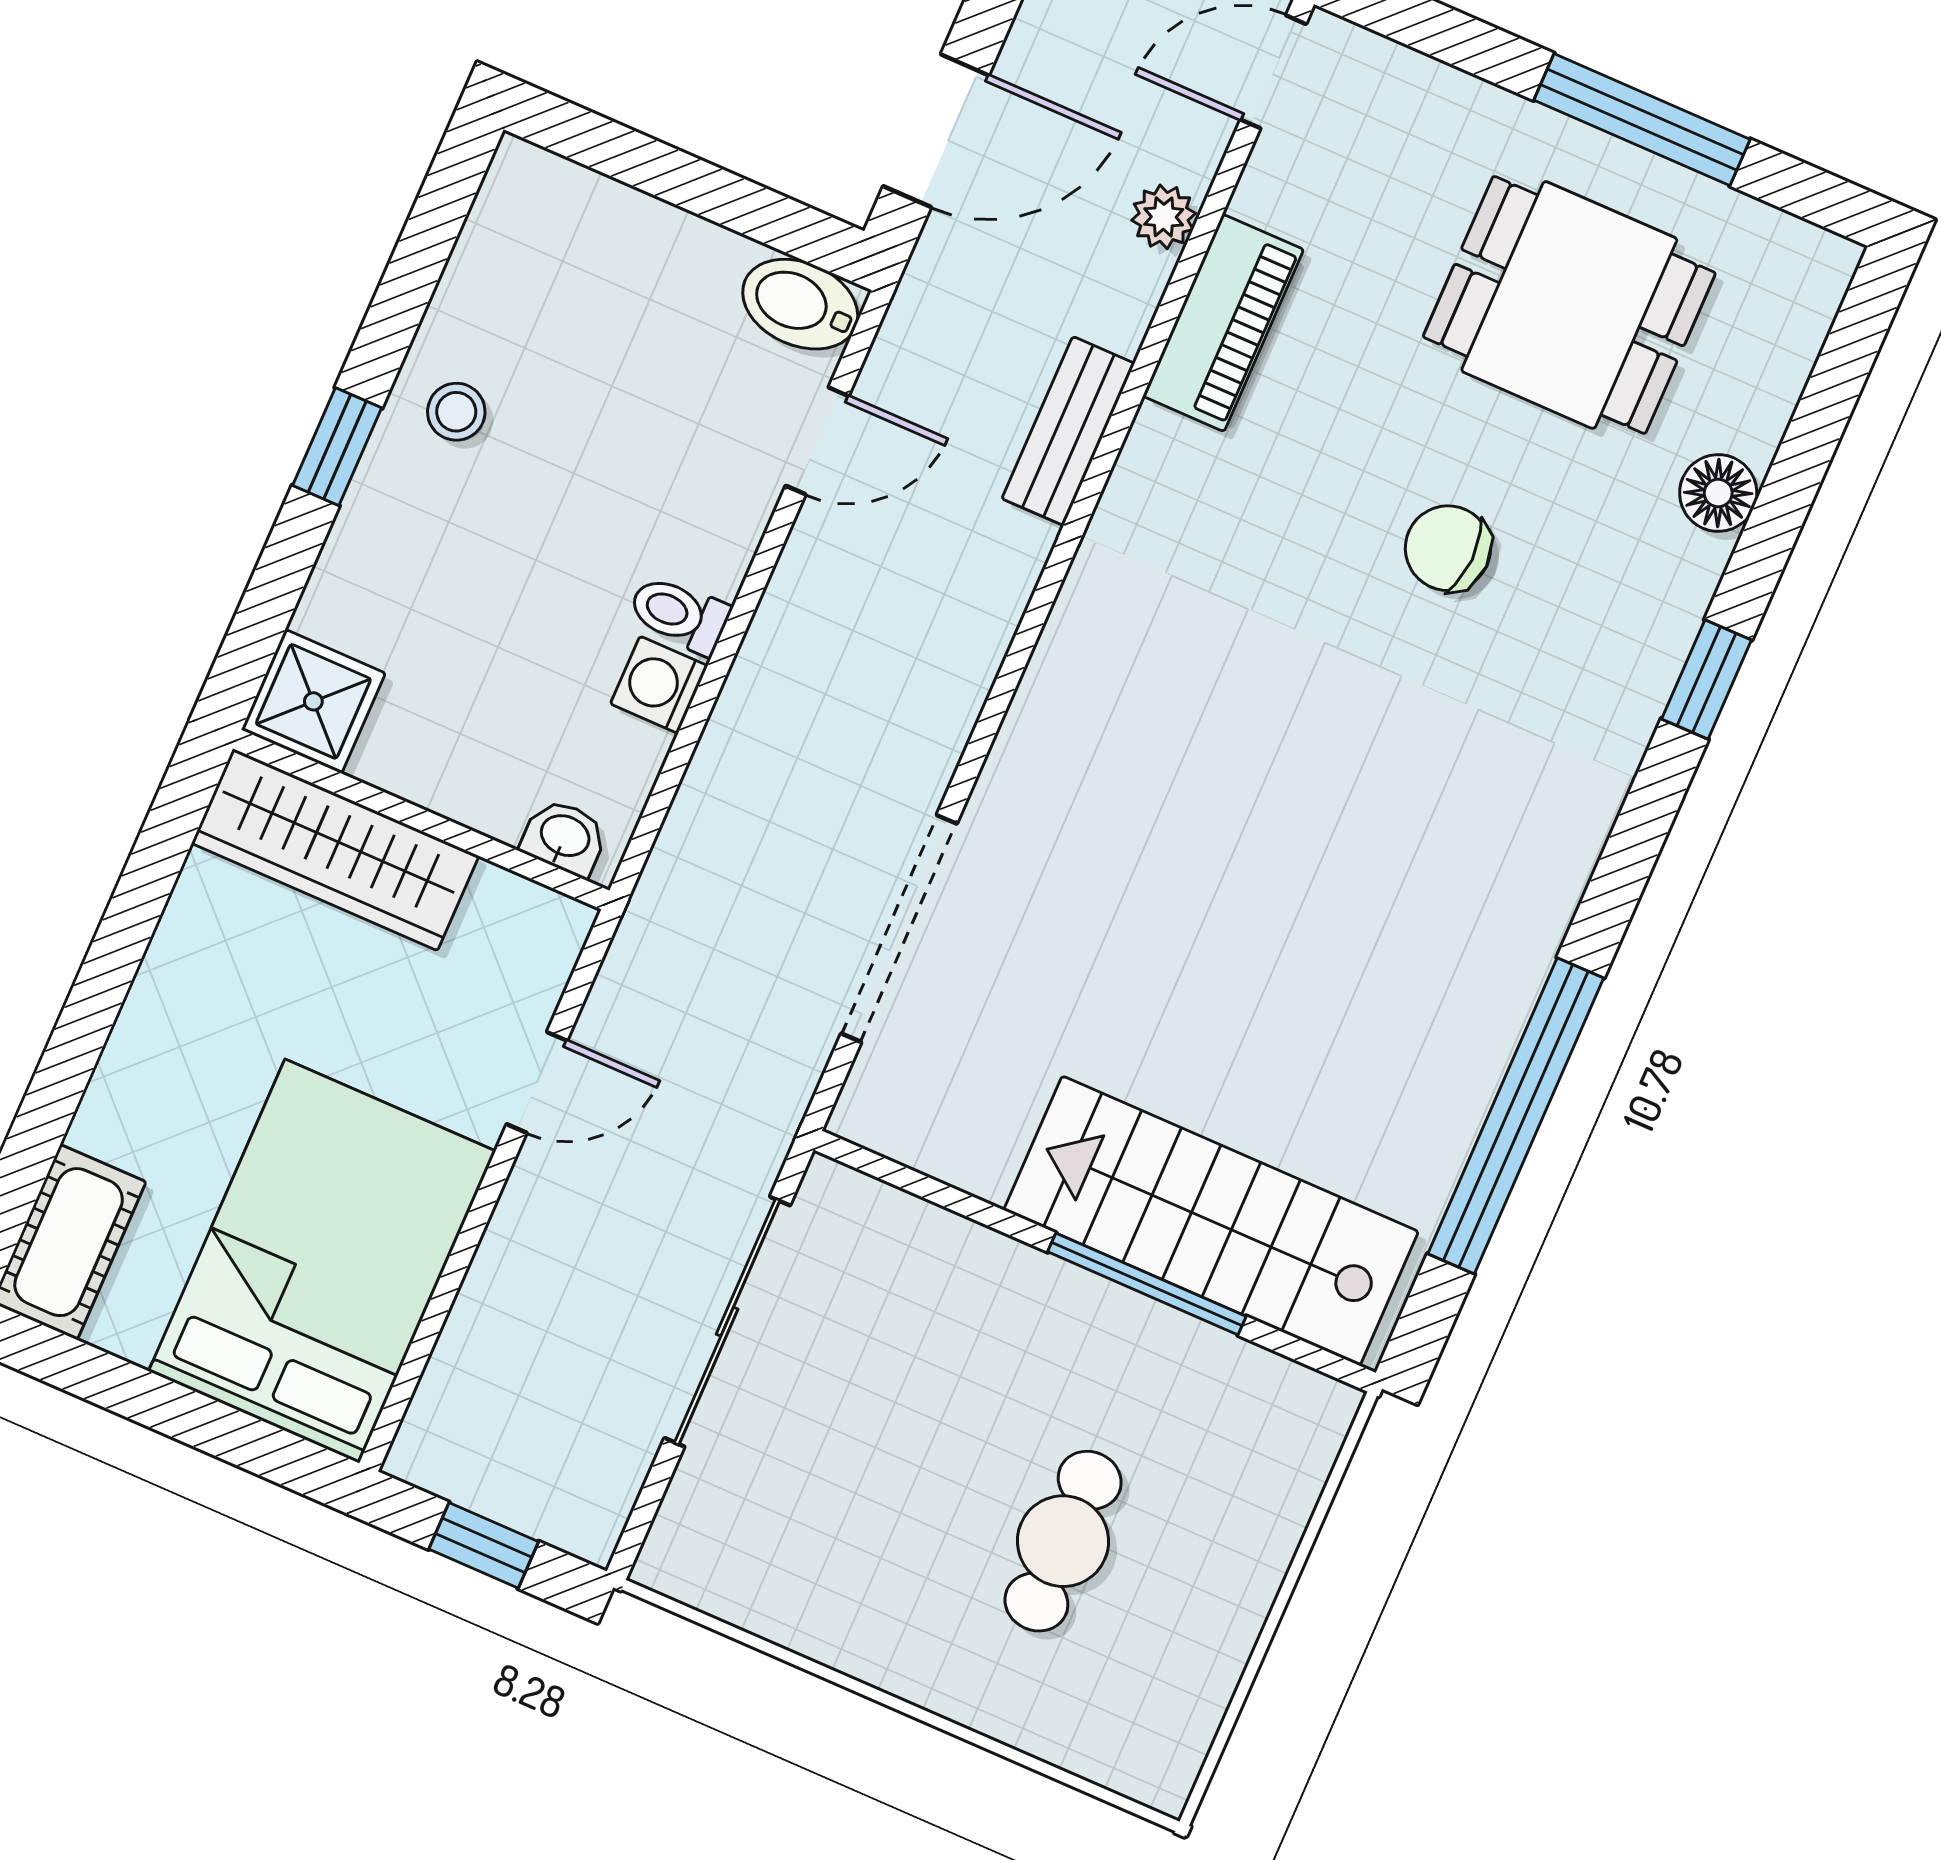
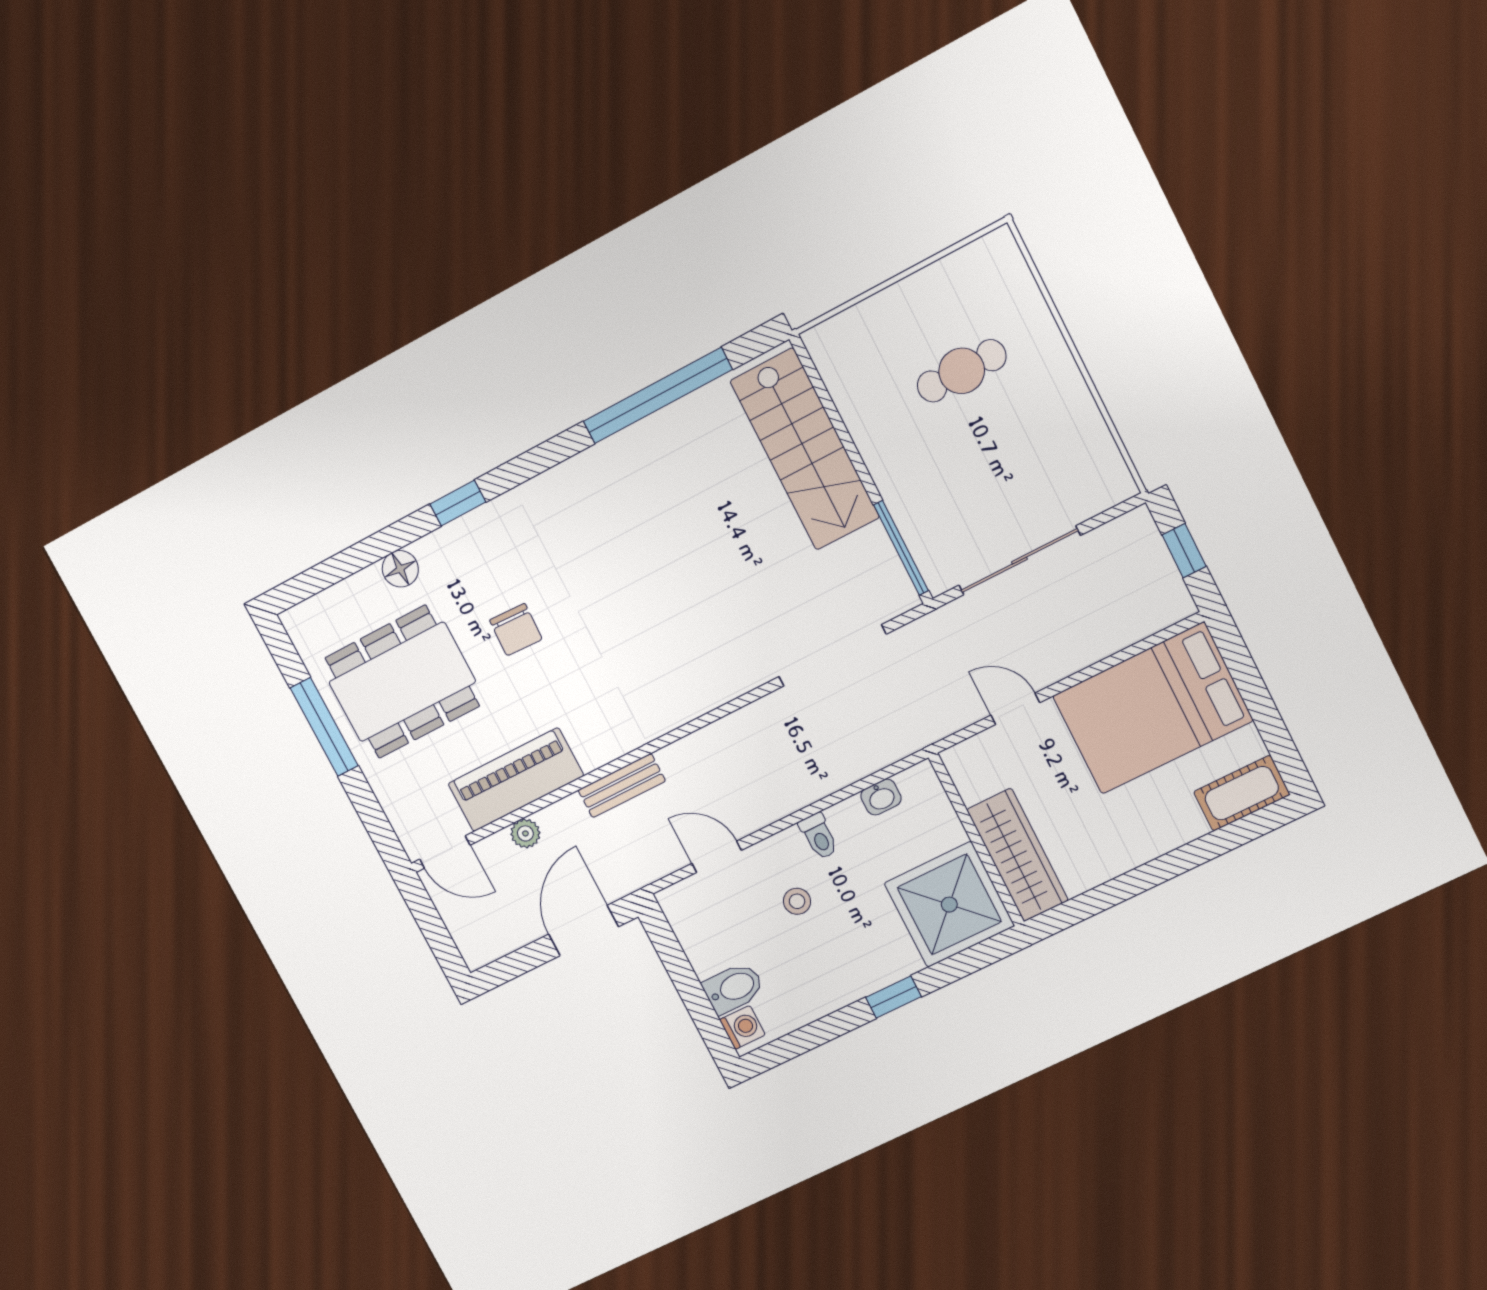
door: (936, 131) -> (584, 930), hinge flipped
bidet: (800, 304) -> (734, 988), moved, turned -90
dining table: (1569, 305) -> (402, 682), width x1.37
piano: (1223, 323) -> (516, 780), width x1.37, depth x1.33
stool: (456, 412) -> (797, 901), moved
washing machine: (659, 685) -> (742, 1027), moved, turned -90
shower: (313, 701) -> (949, 905), width x1.86, depth x1.86
washbasin: (564, 837) -> (881, 797), moved, turned -90
window: (1147, 1284) -> (901, 548), moved

